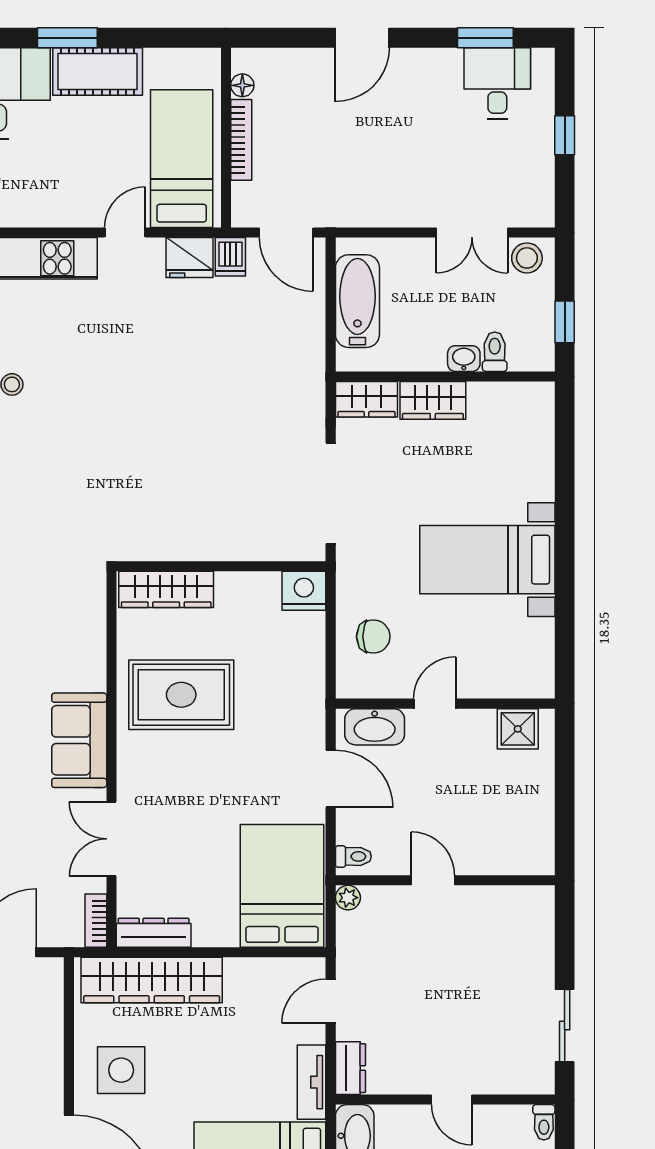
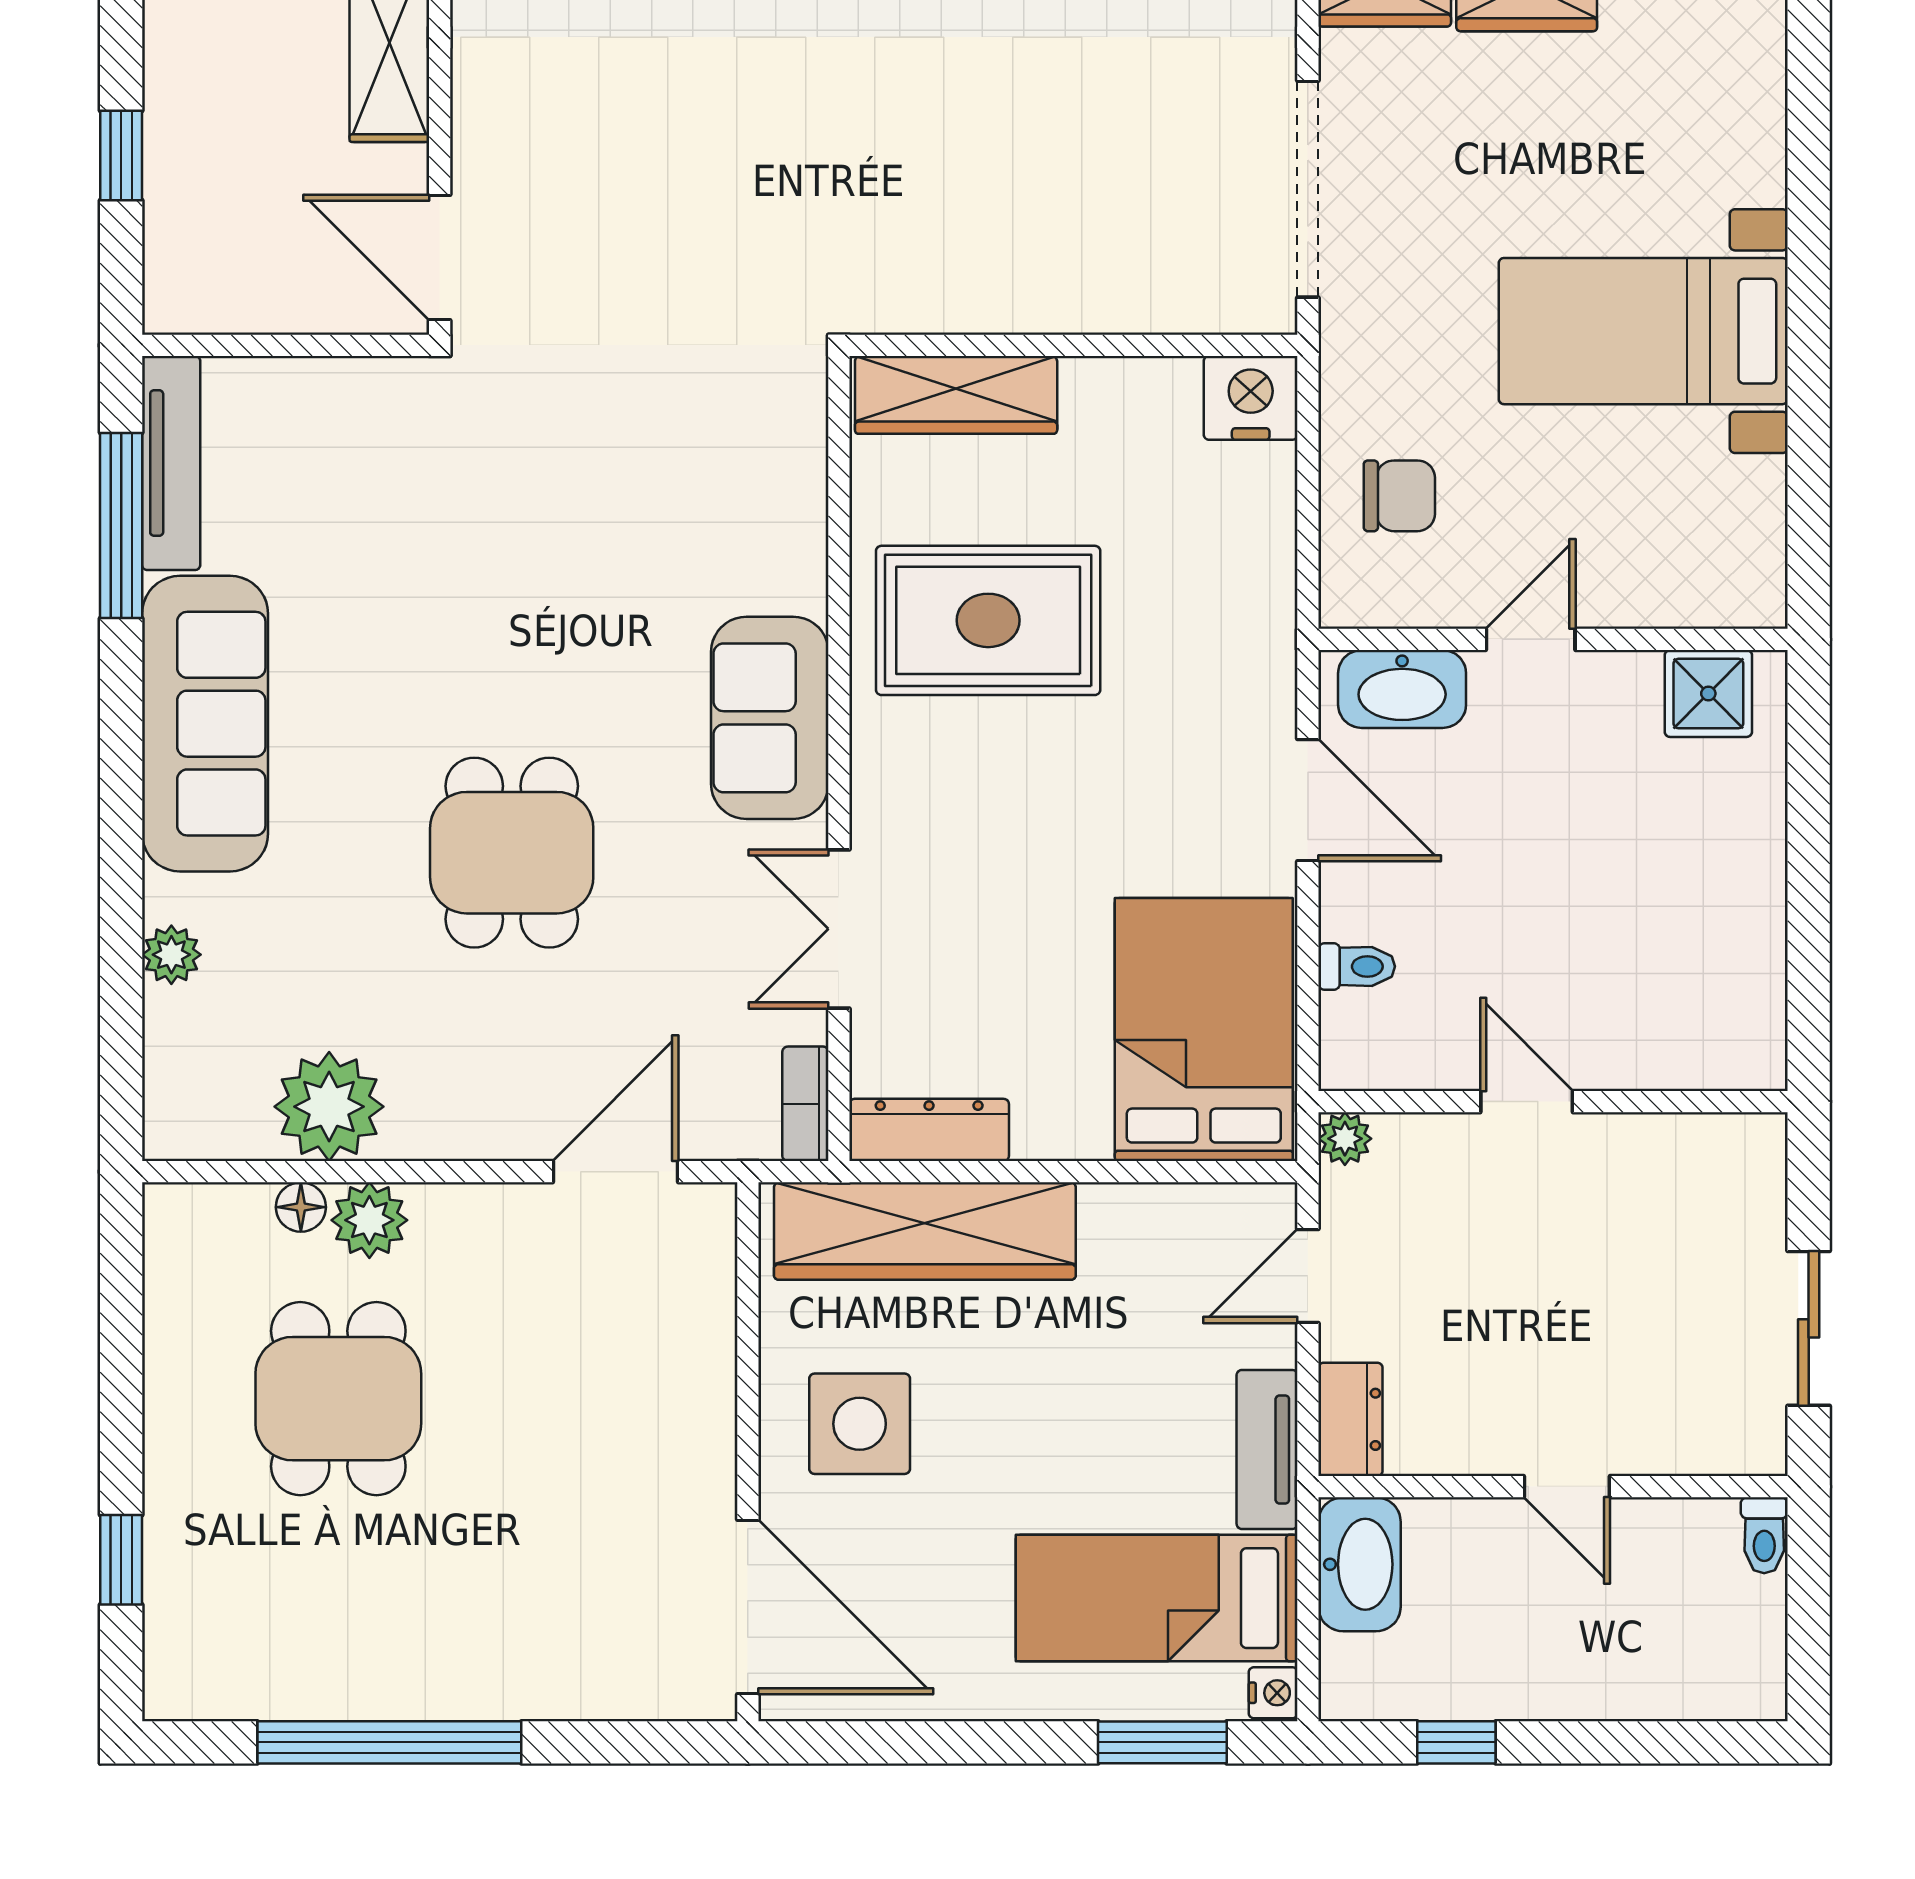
door: (433, 880) -> (1527, 1102), moved
wall: (445, 880) -> (1553, 1102), moved
plant: (348, 898) -> (1345, 1139), moved

